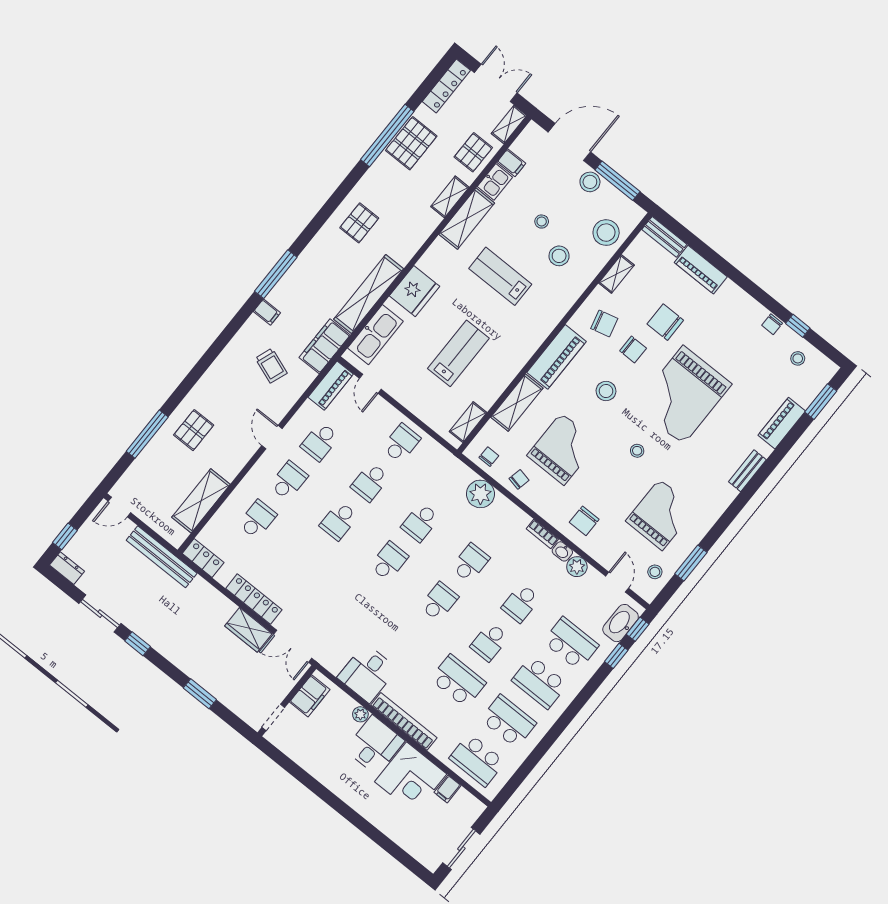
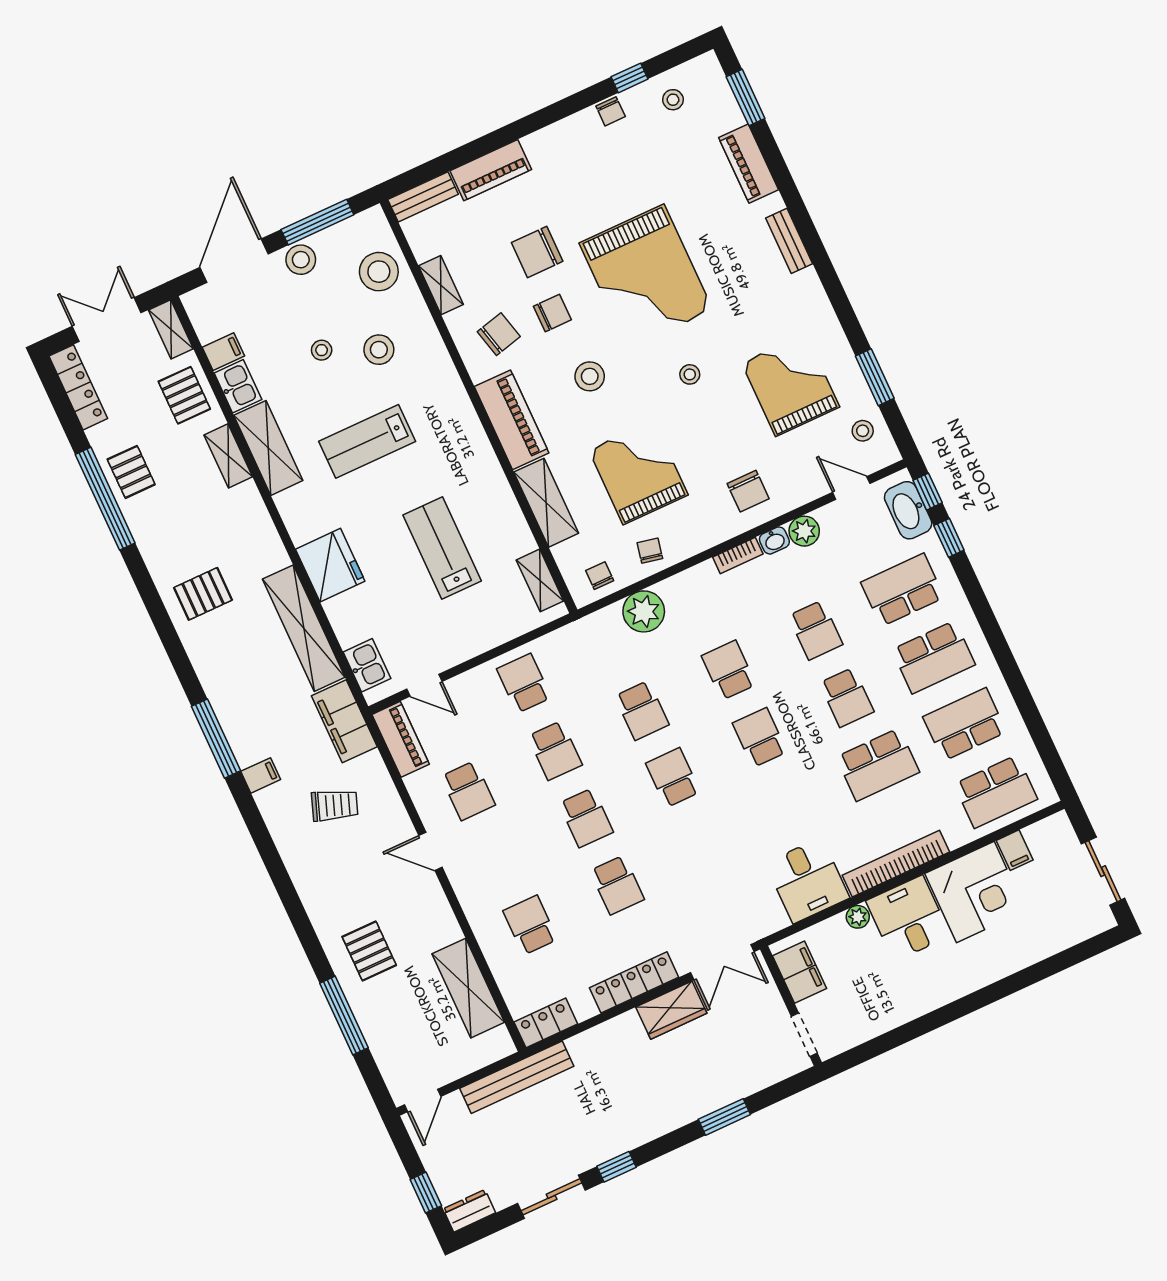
pallet: (411, 143) -> (131, 472), width x0.67, depth x0.71
pallet: (359, 223) -> (203, 594), turned 90
kitchen sink: (375, 335) -> (367, 665), width x0.53, depth x0.81
school desk: (289, 481) -> (617, 885), moved, turned 180
school desk: (458, 681) -> (878, 765), turned 180

